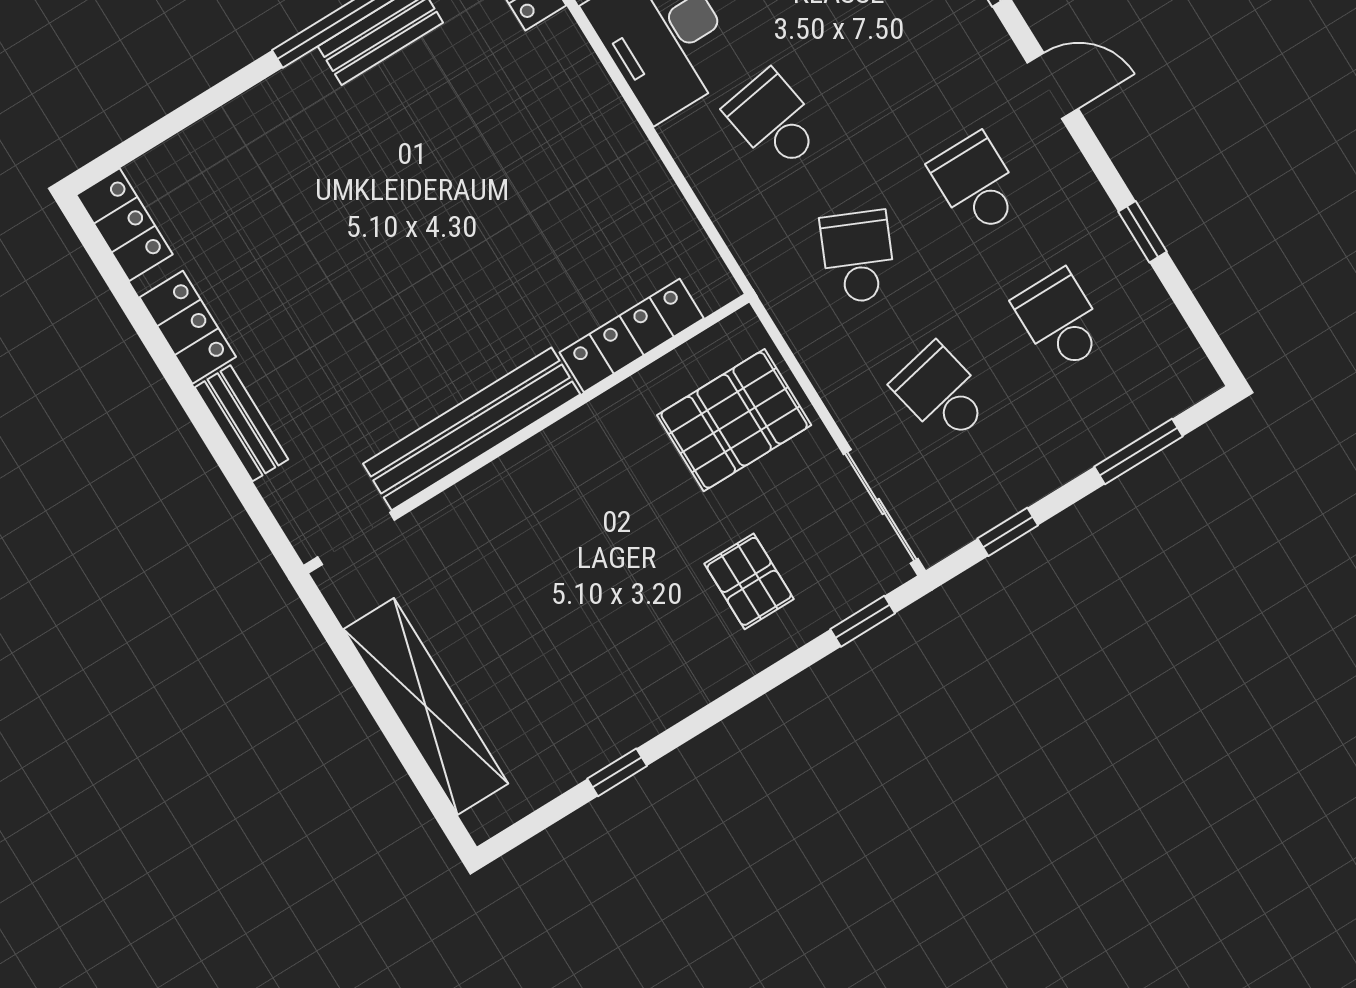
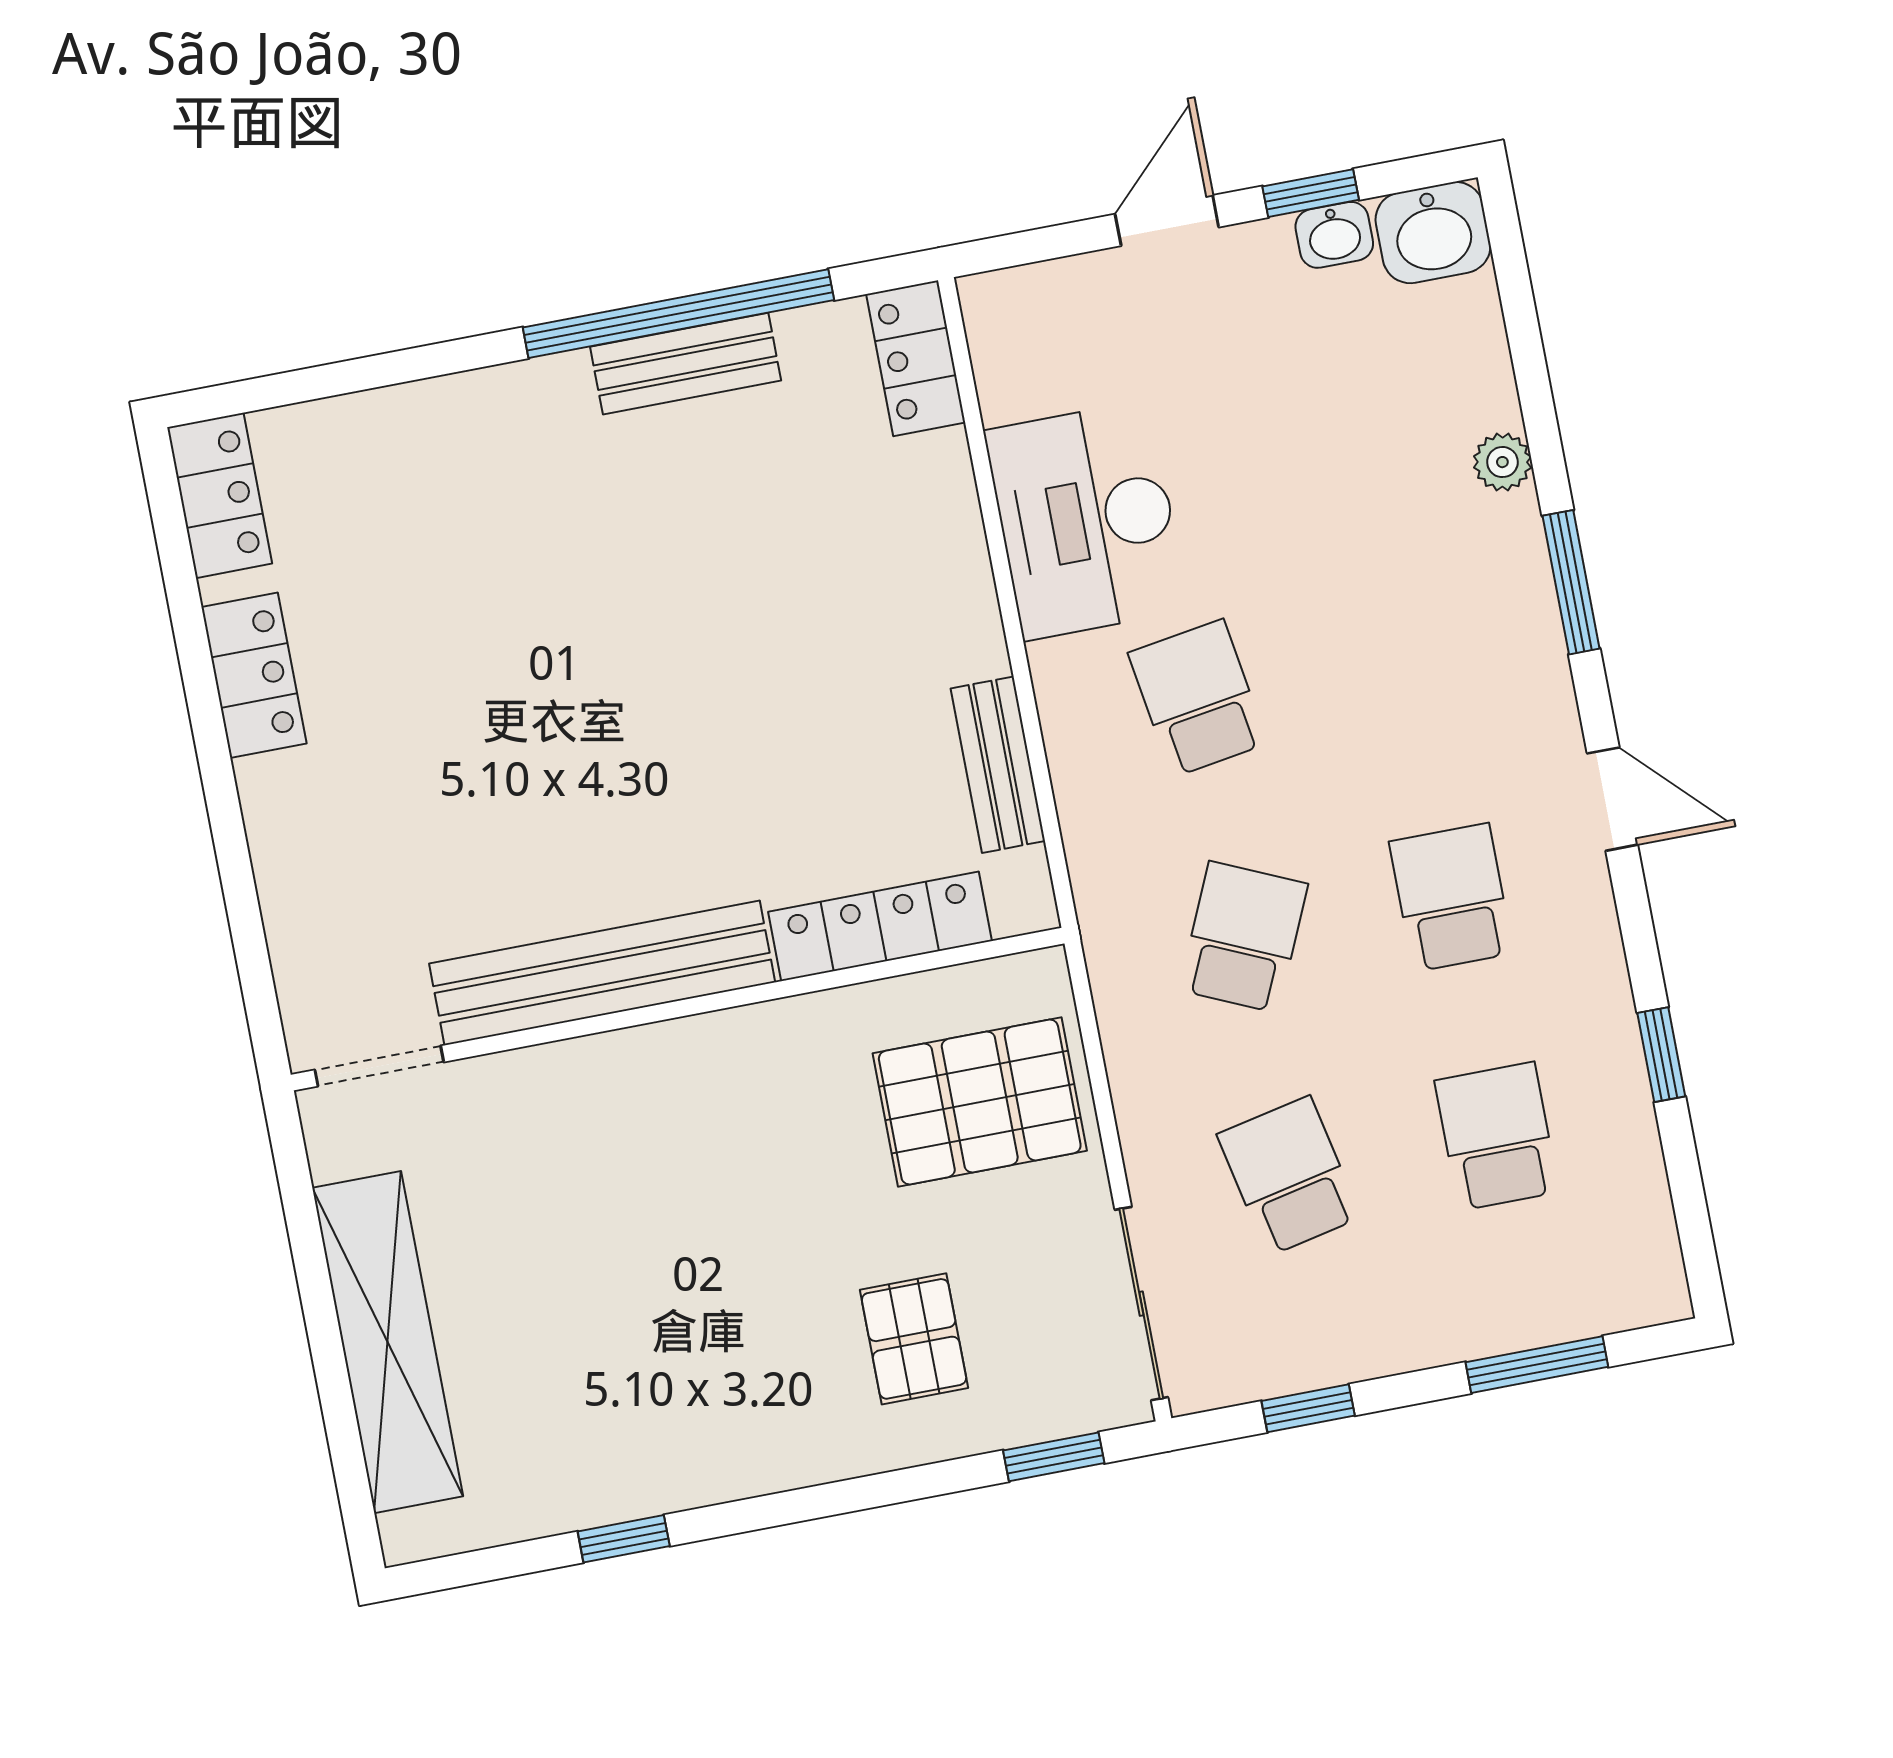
bench: (241, 423) -> (998, 765), moved

